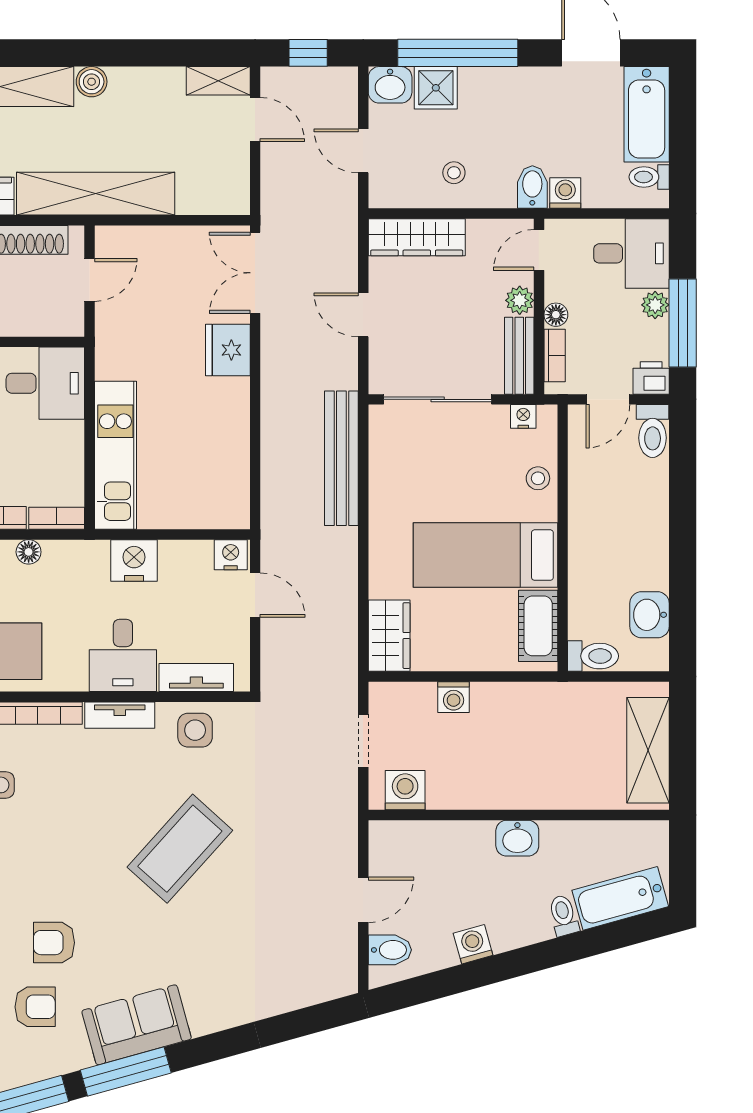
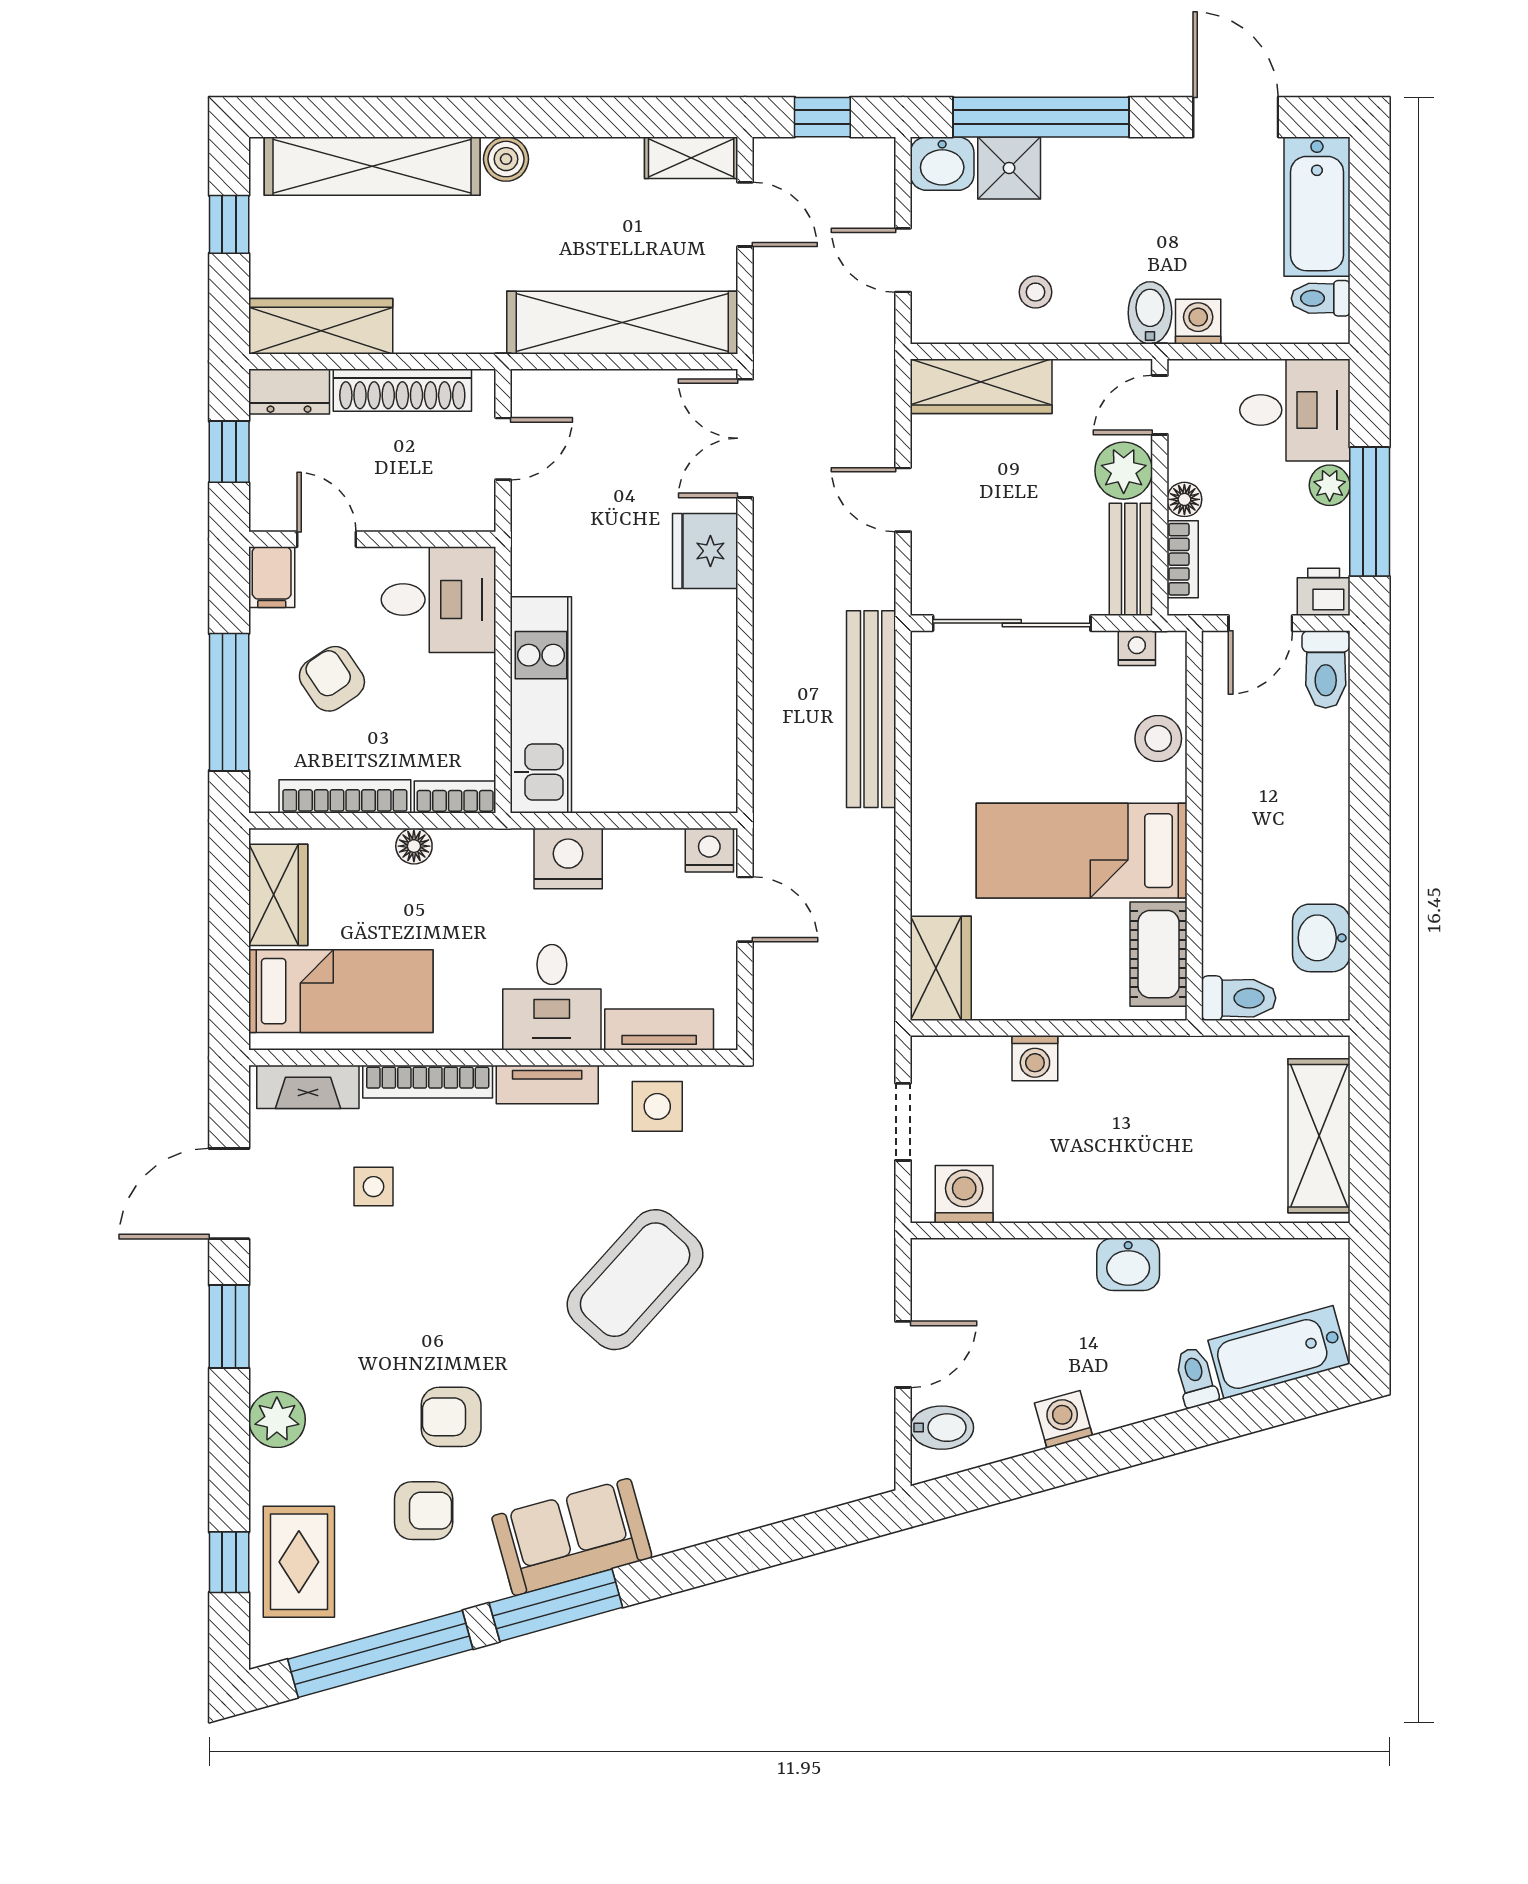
shelving: (96, 194) -> (622, 323), moved
plant: (520, 300) -> (1124, 471), width x1.38, depth x1.38
stool: (538, 478) -> (1158, 738), width x1.37, depth x1.37

